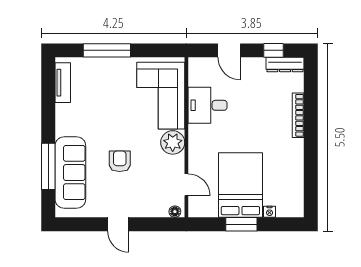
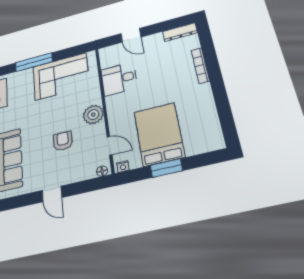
window: (273, 50) -> (168, 25), removed
corner sofa: (161, 96) -> (61, 76), moved, turned -90
armchair: (120, 161) -> (63, 141), moved
nightstand: (270, 212) -> (123, 167), moved

